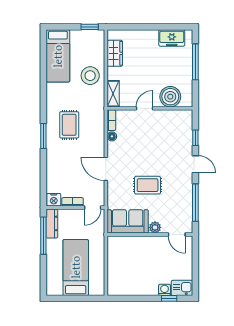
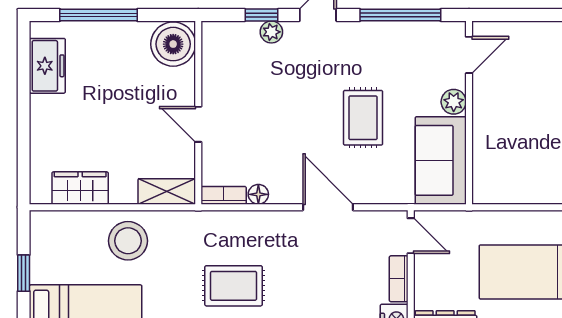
window: (90, 27) -> (24, 273), moved
boiler: (170, 97) -> (173, 44), moved
plant: (188, 142) -> (271, 32), added
door: (106, 169) -> (328, 207), swing flipped

